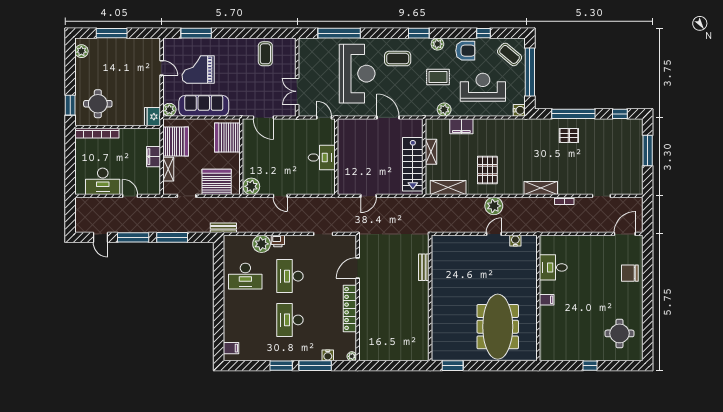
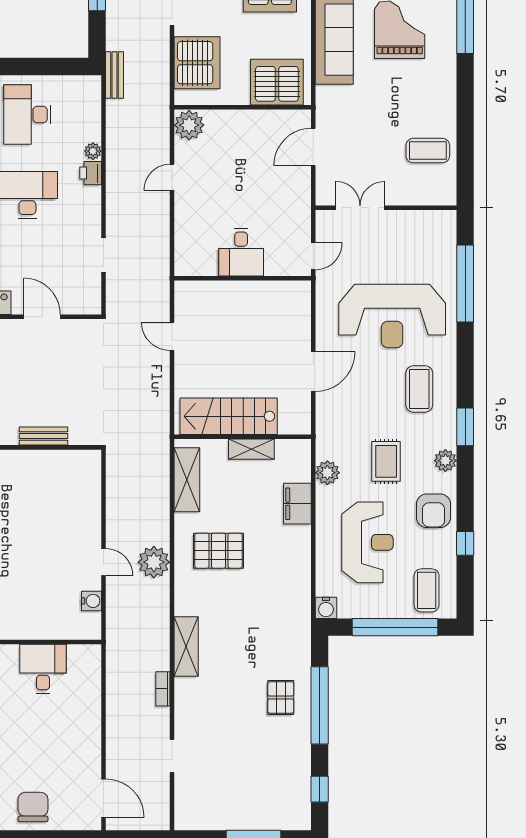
coffee table: (510, 54) -> (427, 590), turned -40
plant: (262, 244) -> (93, 151), width x0.53, depth x0.53

